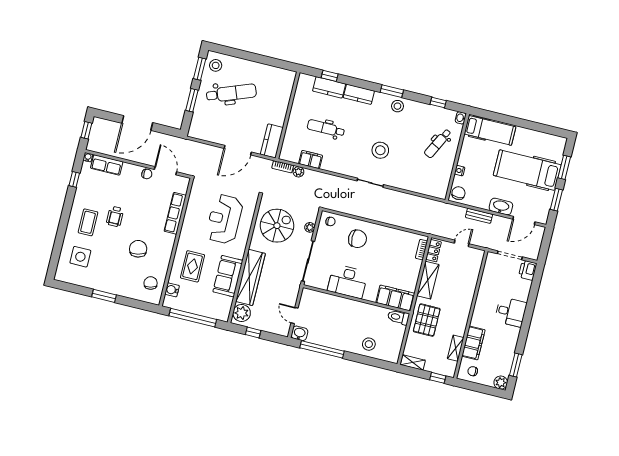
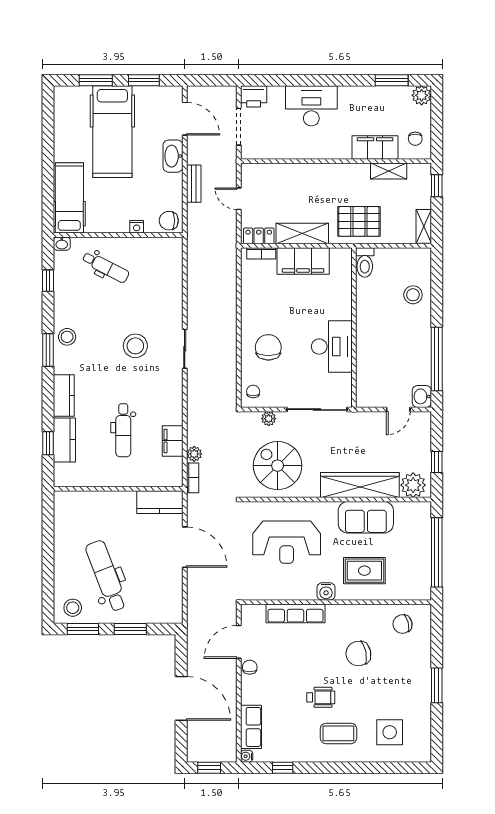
water cooler: (172, 290) -> (326, 591), moved
filing cabinet: (395, 298) -> (303, 261), moved, turned -90
desk: (511, 312) -> (311, 106), width x1.37

